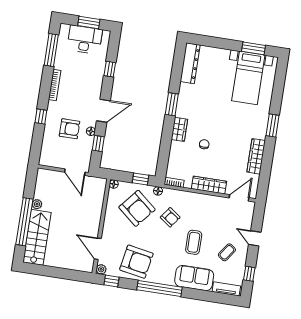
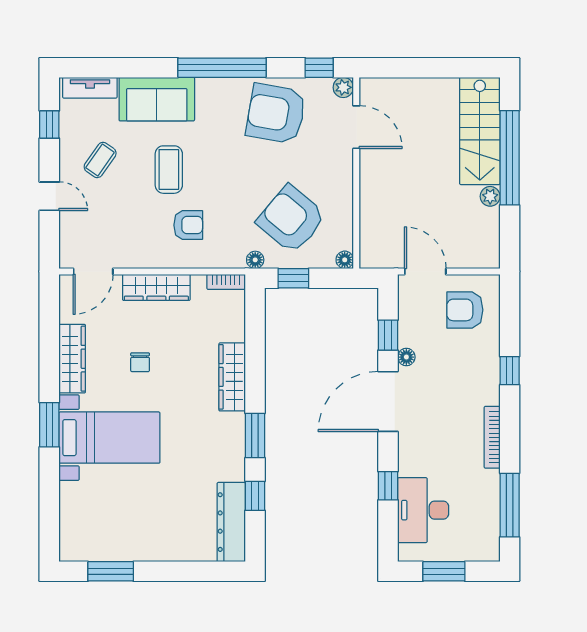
desk: (85, 40) -> (423, 510), moved, turned 90
window: (176, 74) -> (255, 496), added
bed with nightstands: (248, 78) -> (109, 438), moved, turned 90
door: (103, 111) -> (388, 402), width x1.36
armchair: (70, 129) -> (465, 310), moved
wardrobe: (179, 129) -> (232, 377), width x1.50
chair: (204, 144) -> (140, 362), moved
armchair: (170, 217) -> (188, 225), moved, turned 144

